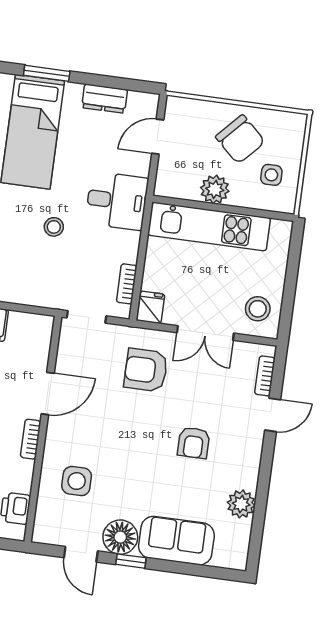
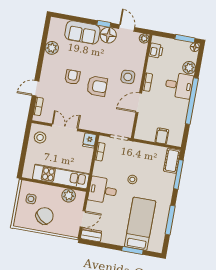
dresser: (105, 99) -> (91, 235), moved
chair: (240, 139) -> (45, 216), turned 87
plant: (215, 189) -> (69, 195), moved
armchair: (146, 370) -> (97, 86), moved
side table: (77, 481) -> (128, 77), moved
plant: (42, 534) -> (144, 38), added

